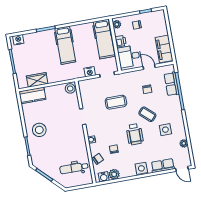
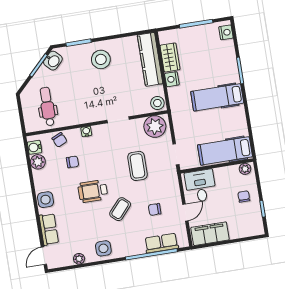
printer: (121, 41) -> (222, 174), removed
nightstand: (90, 72) -> (172, 79), moved
plant: (87, 90) -> (155, 126), added
kitchen counter: (32, 95) -> (150, 59), width x1.50
side table: (165, 130) -> (103, 248), moved
washbasin: (41, 165) -> (53, 61), added

